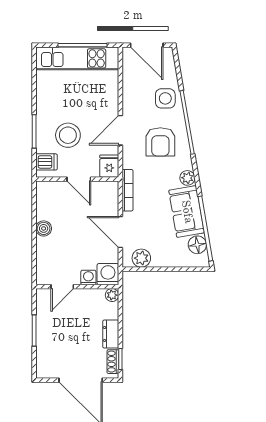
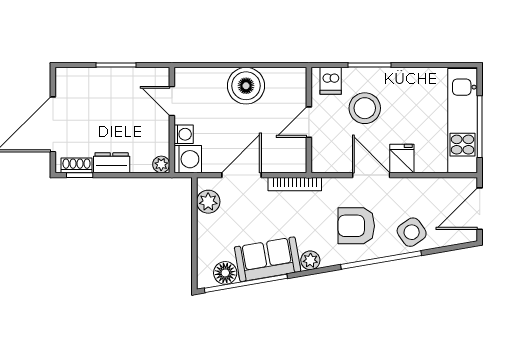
side table: (165, 98) -> (412, 232), turned -35
fridge: (109, 166) -> (402, 158), moved, turned -90
boiler: (44, 228) -> (246, 86), width x1.86, depth x1.86

